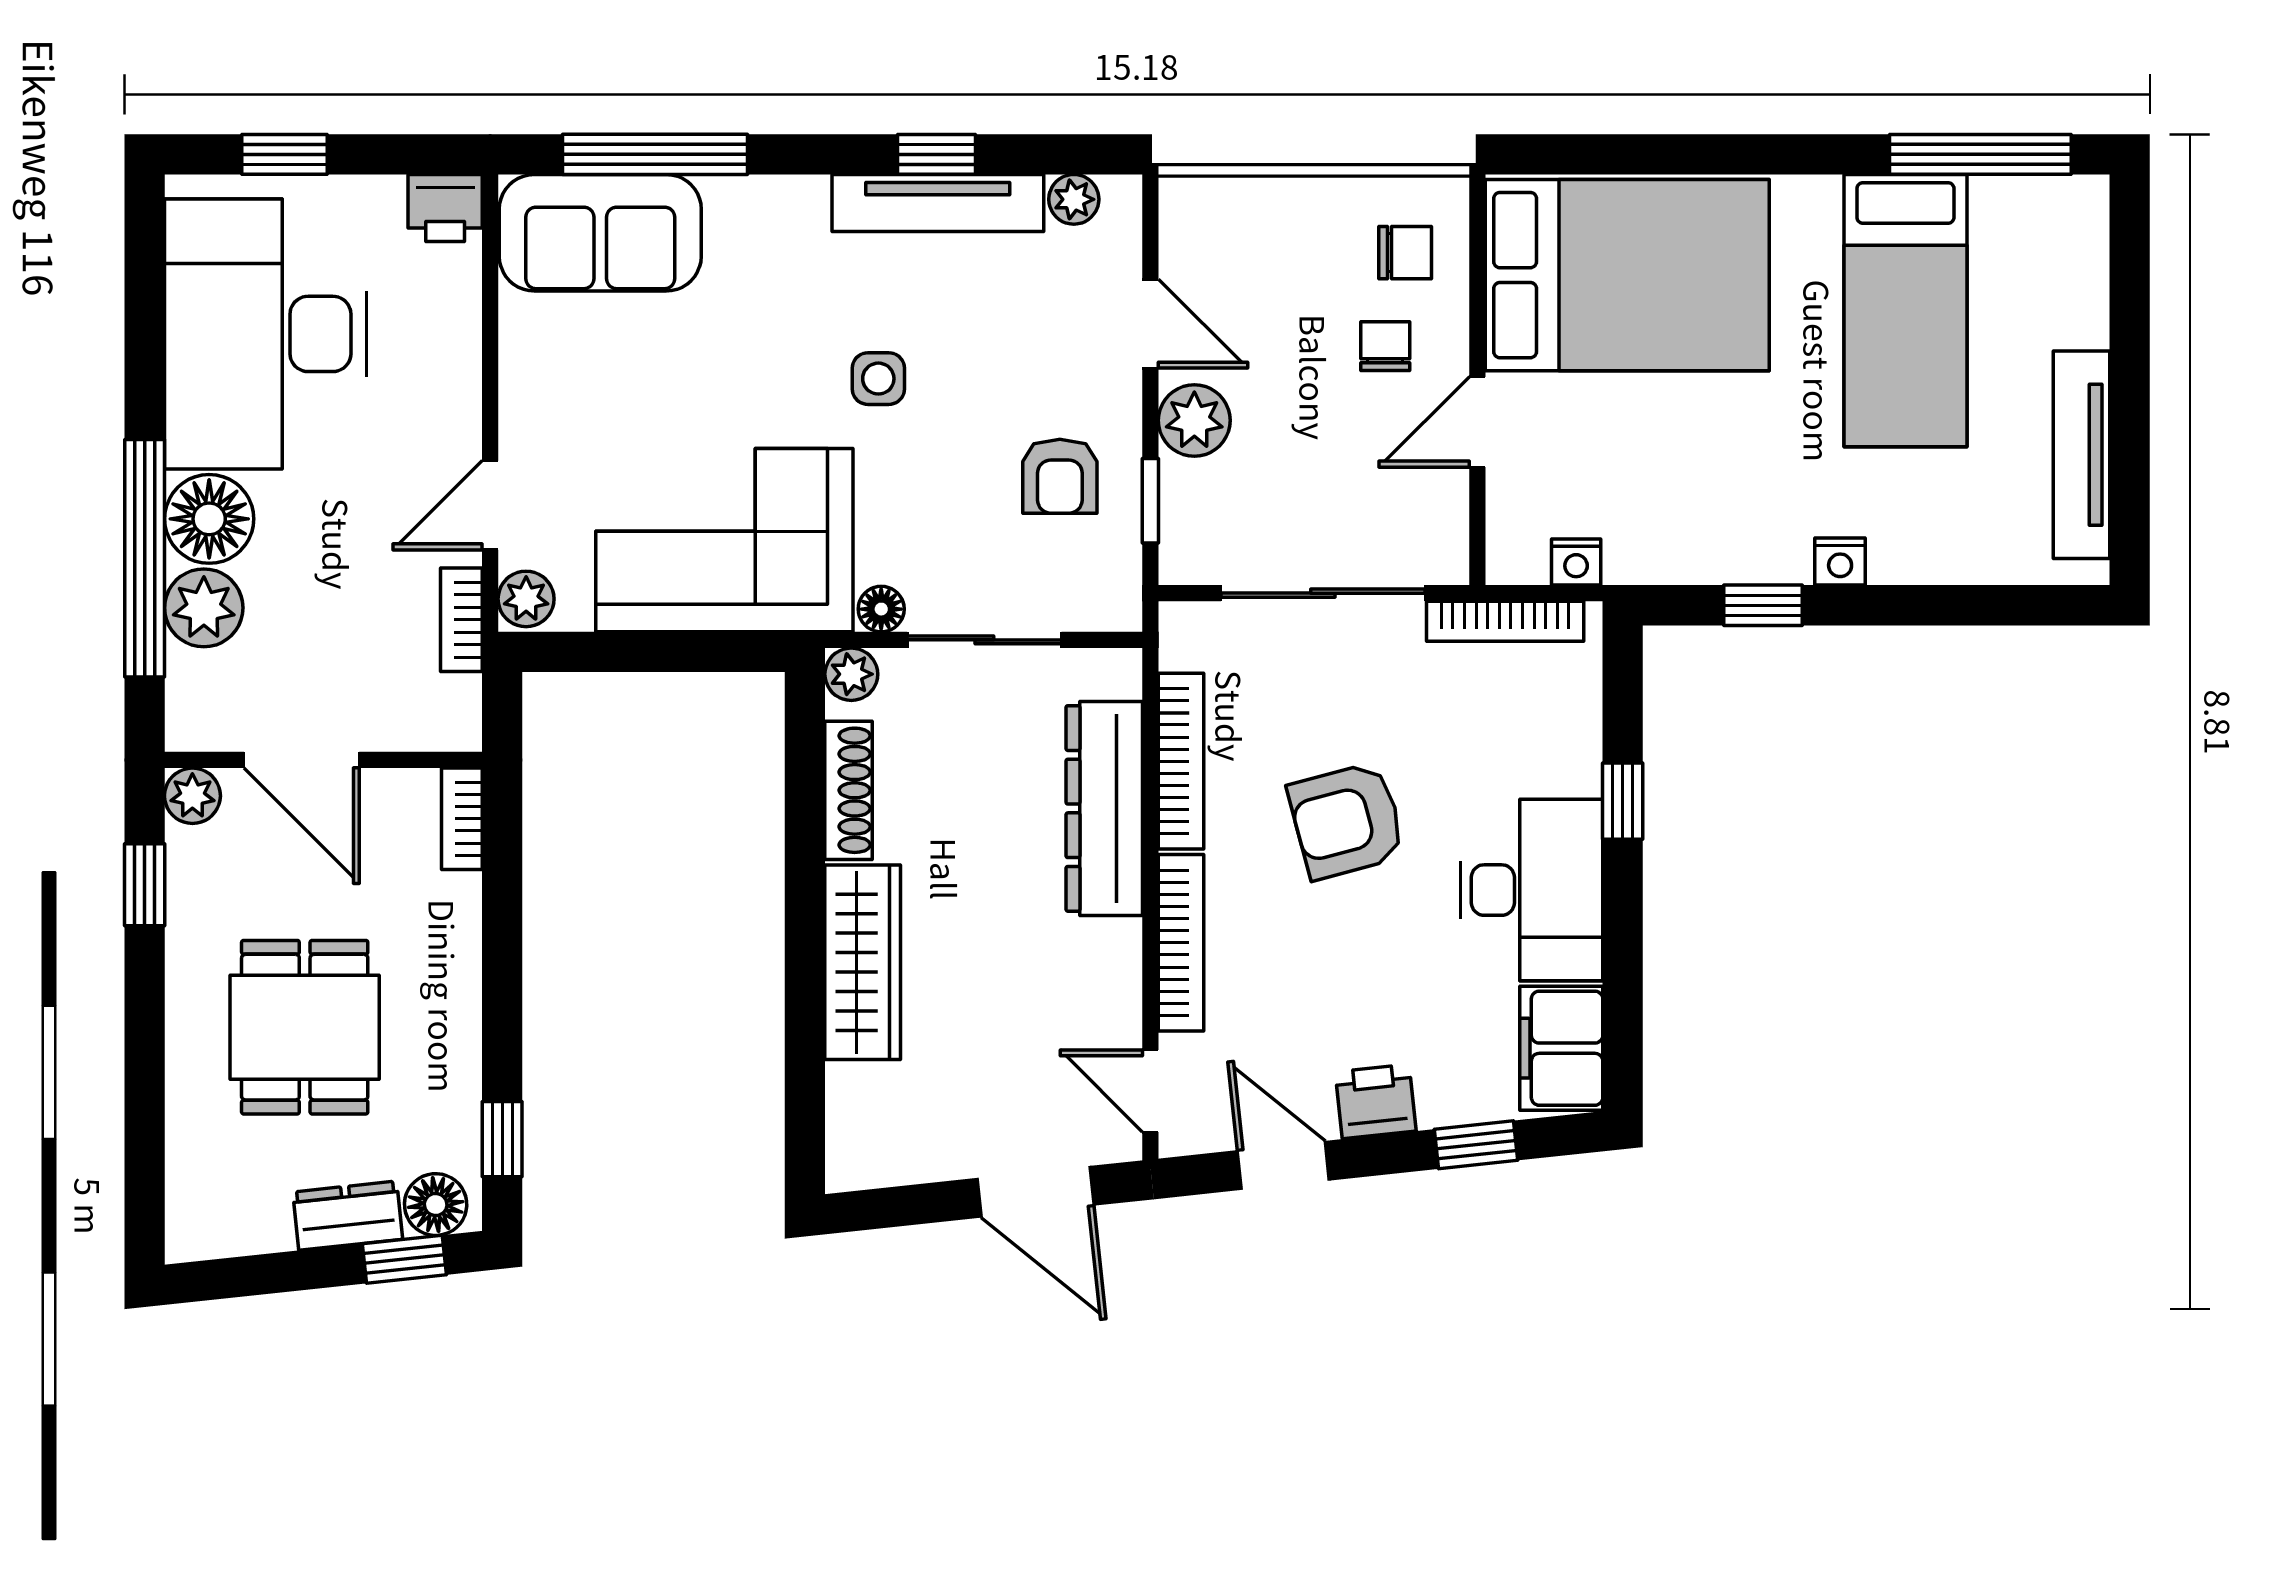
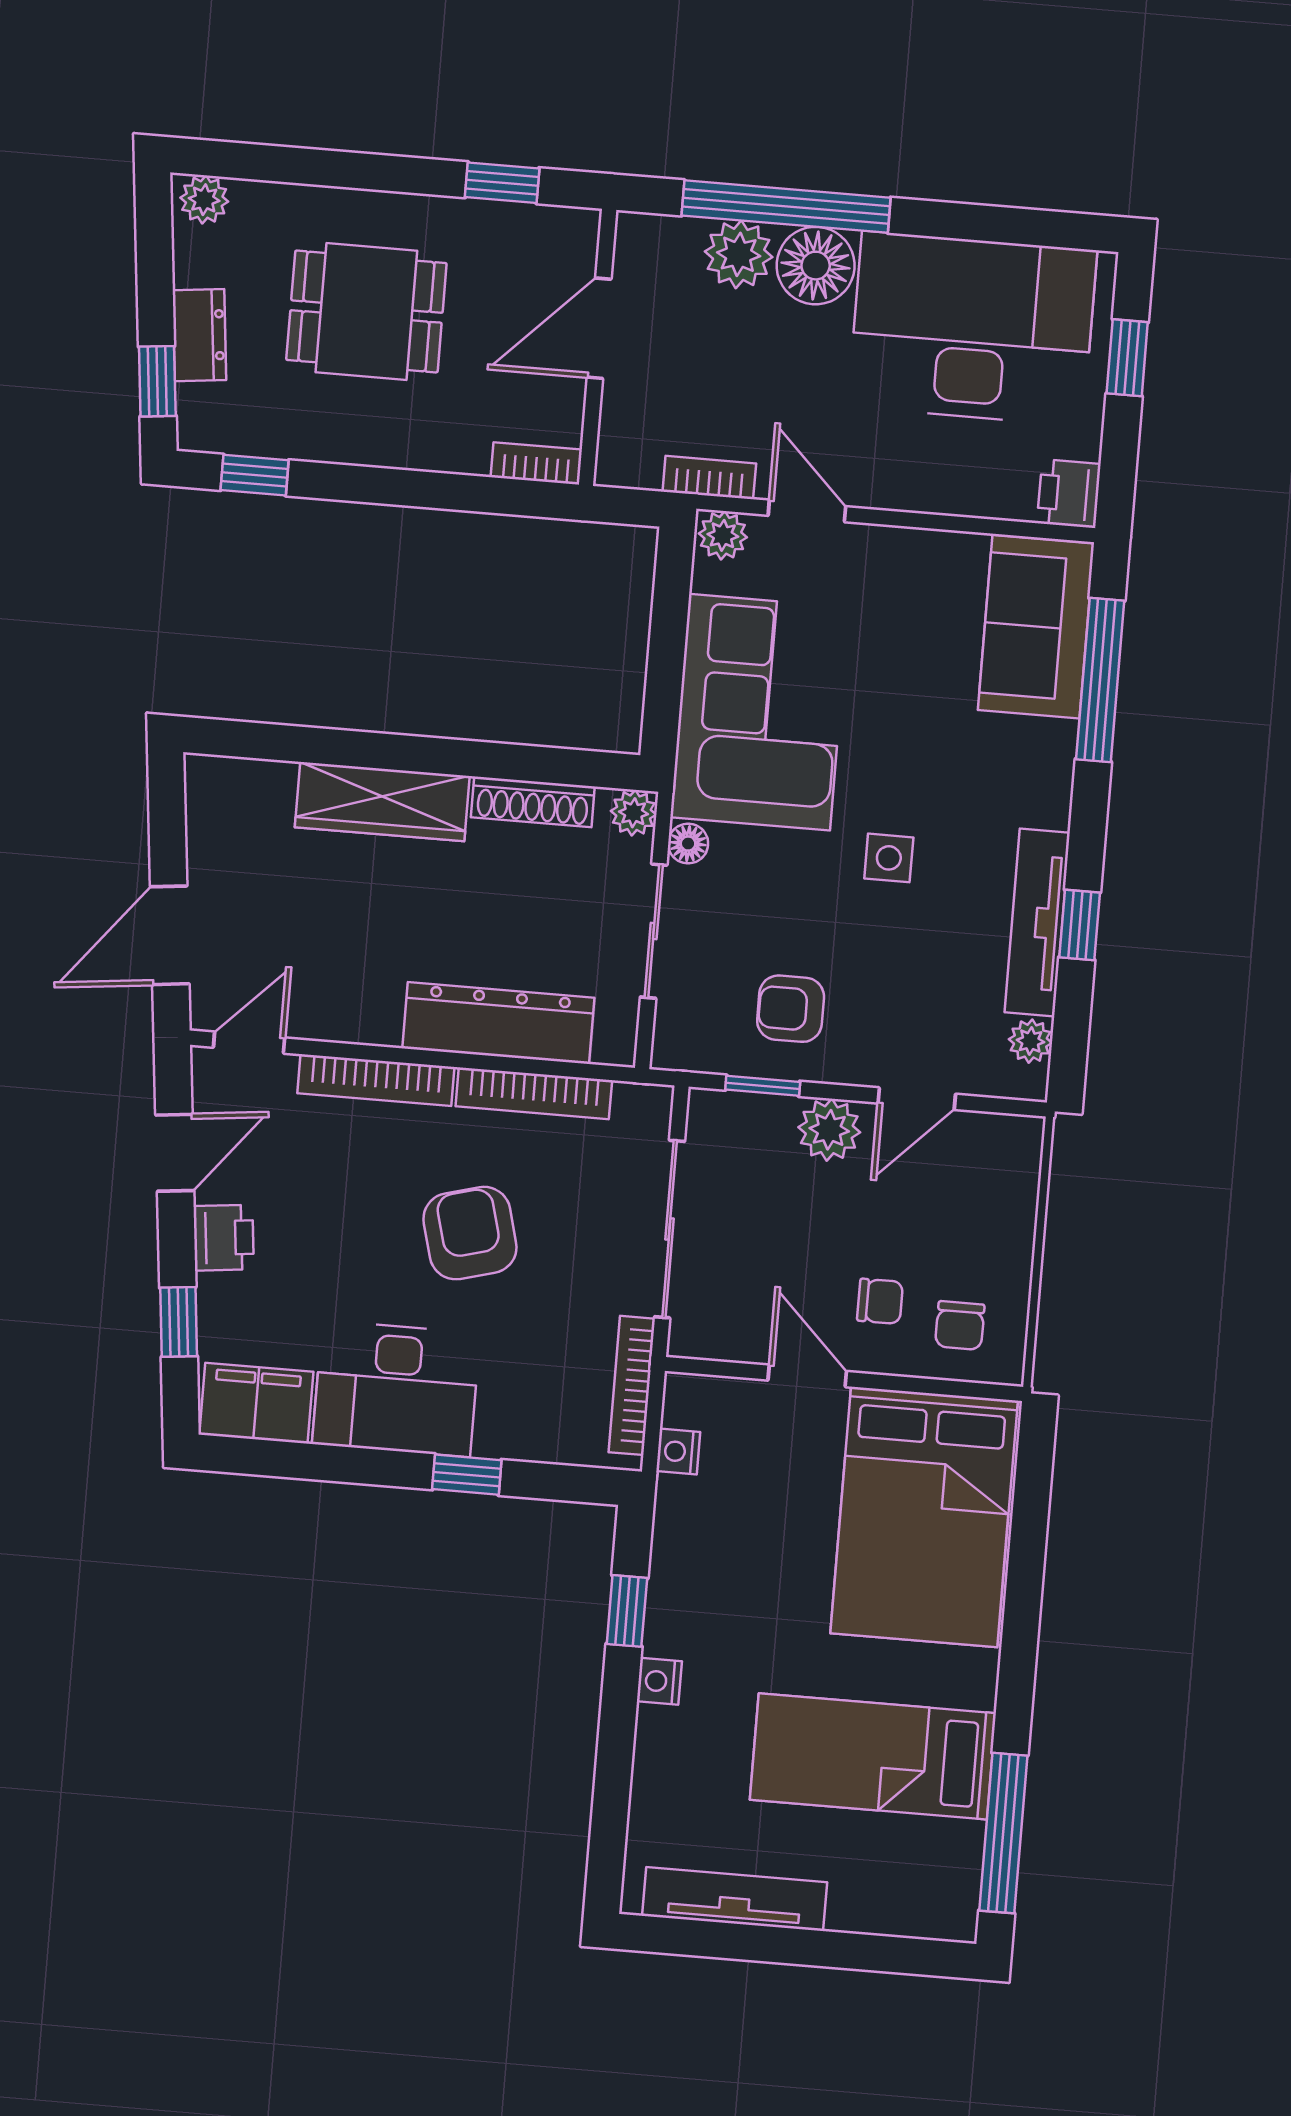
plant: (192, 796) -> (204, 200), moved
floor lamp: (436, 1205) -> (203, 412), removed

